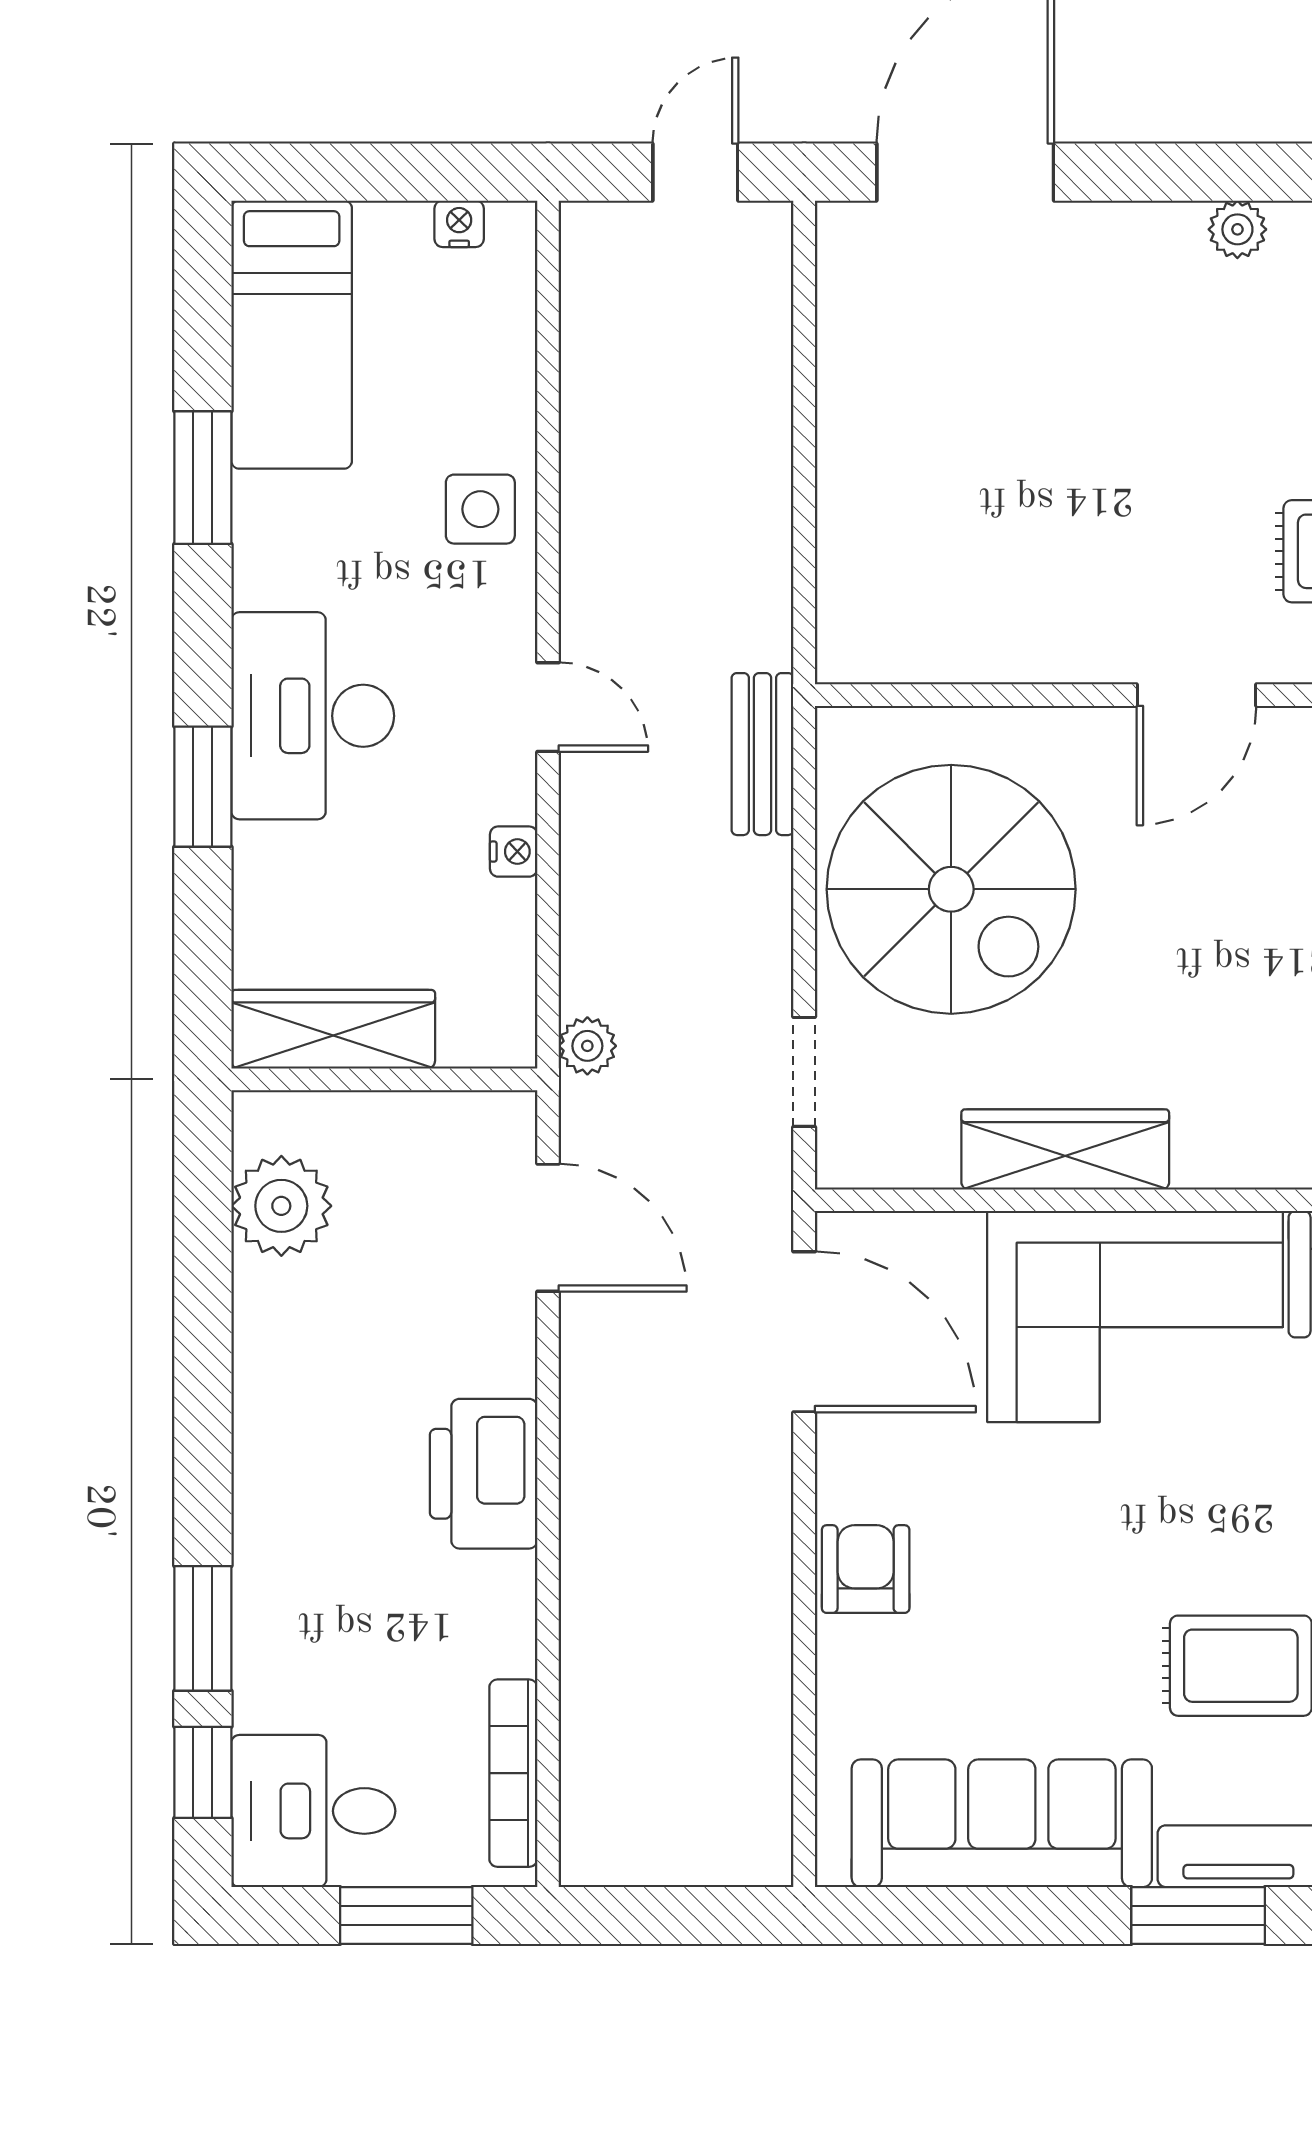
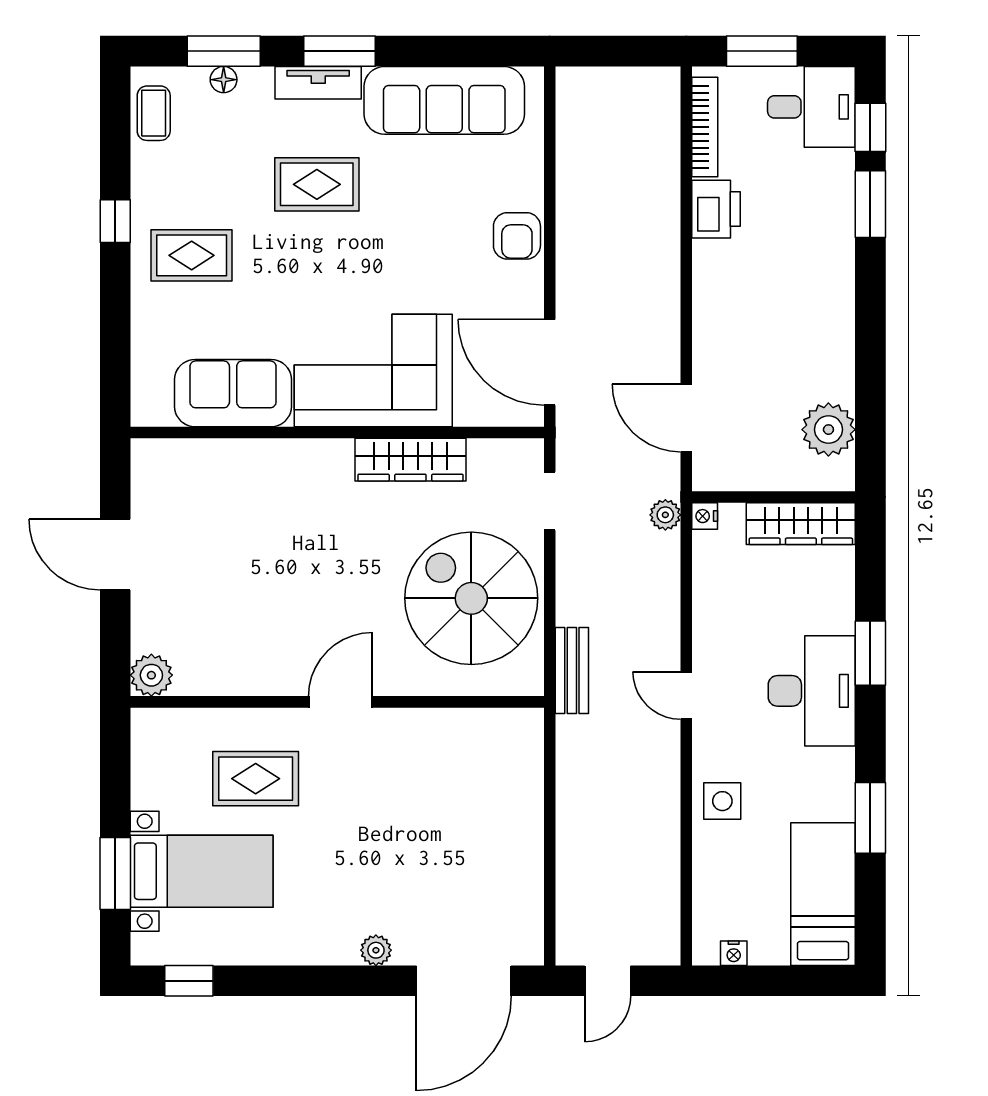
plant: (1237, 229) -> (376, 950), moved
nightstand: (514, 852) -> (705, 516), moved
printer: (484, 1474) -> (716, 209), moved, width x0.73, depth x0.84

